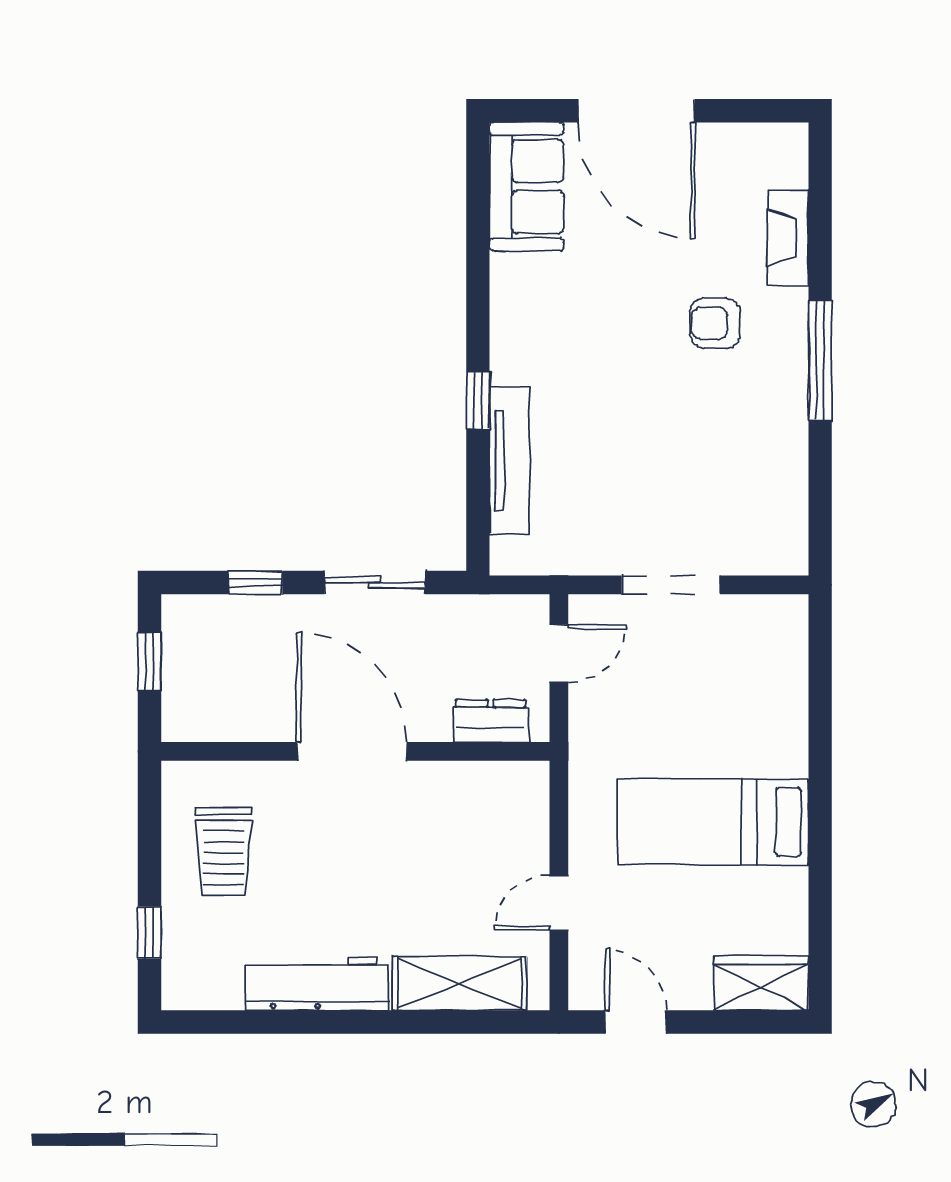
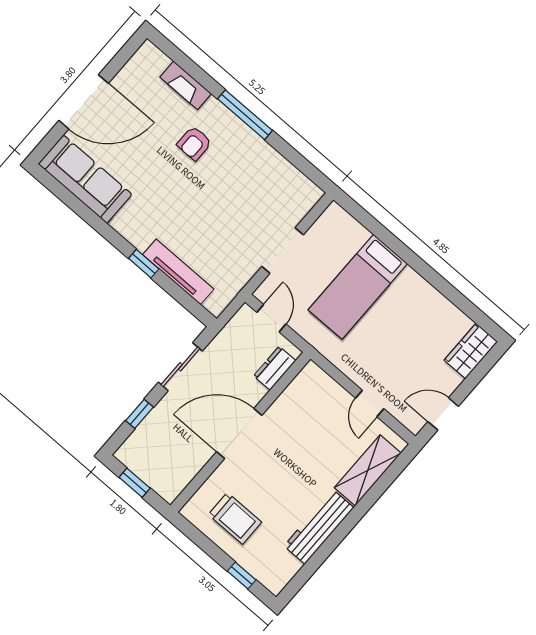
sofa: (527, 187) -> (85, 179), width x1.36
bed: (713, 822) -> (358, 287), moved

